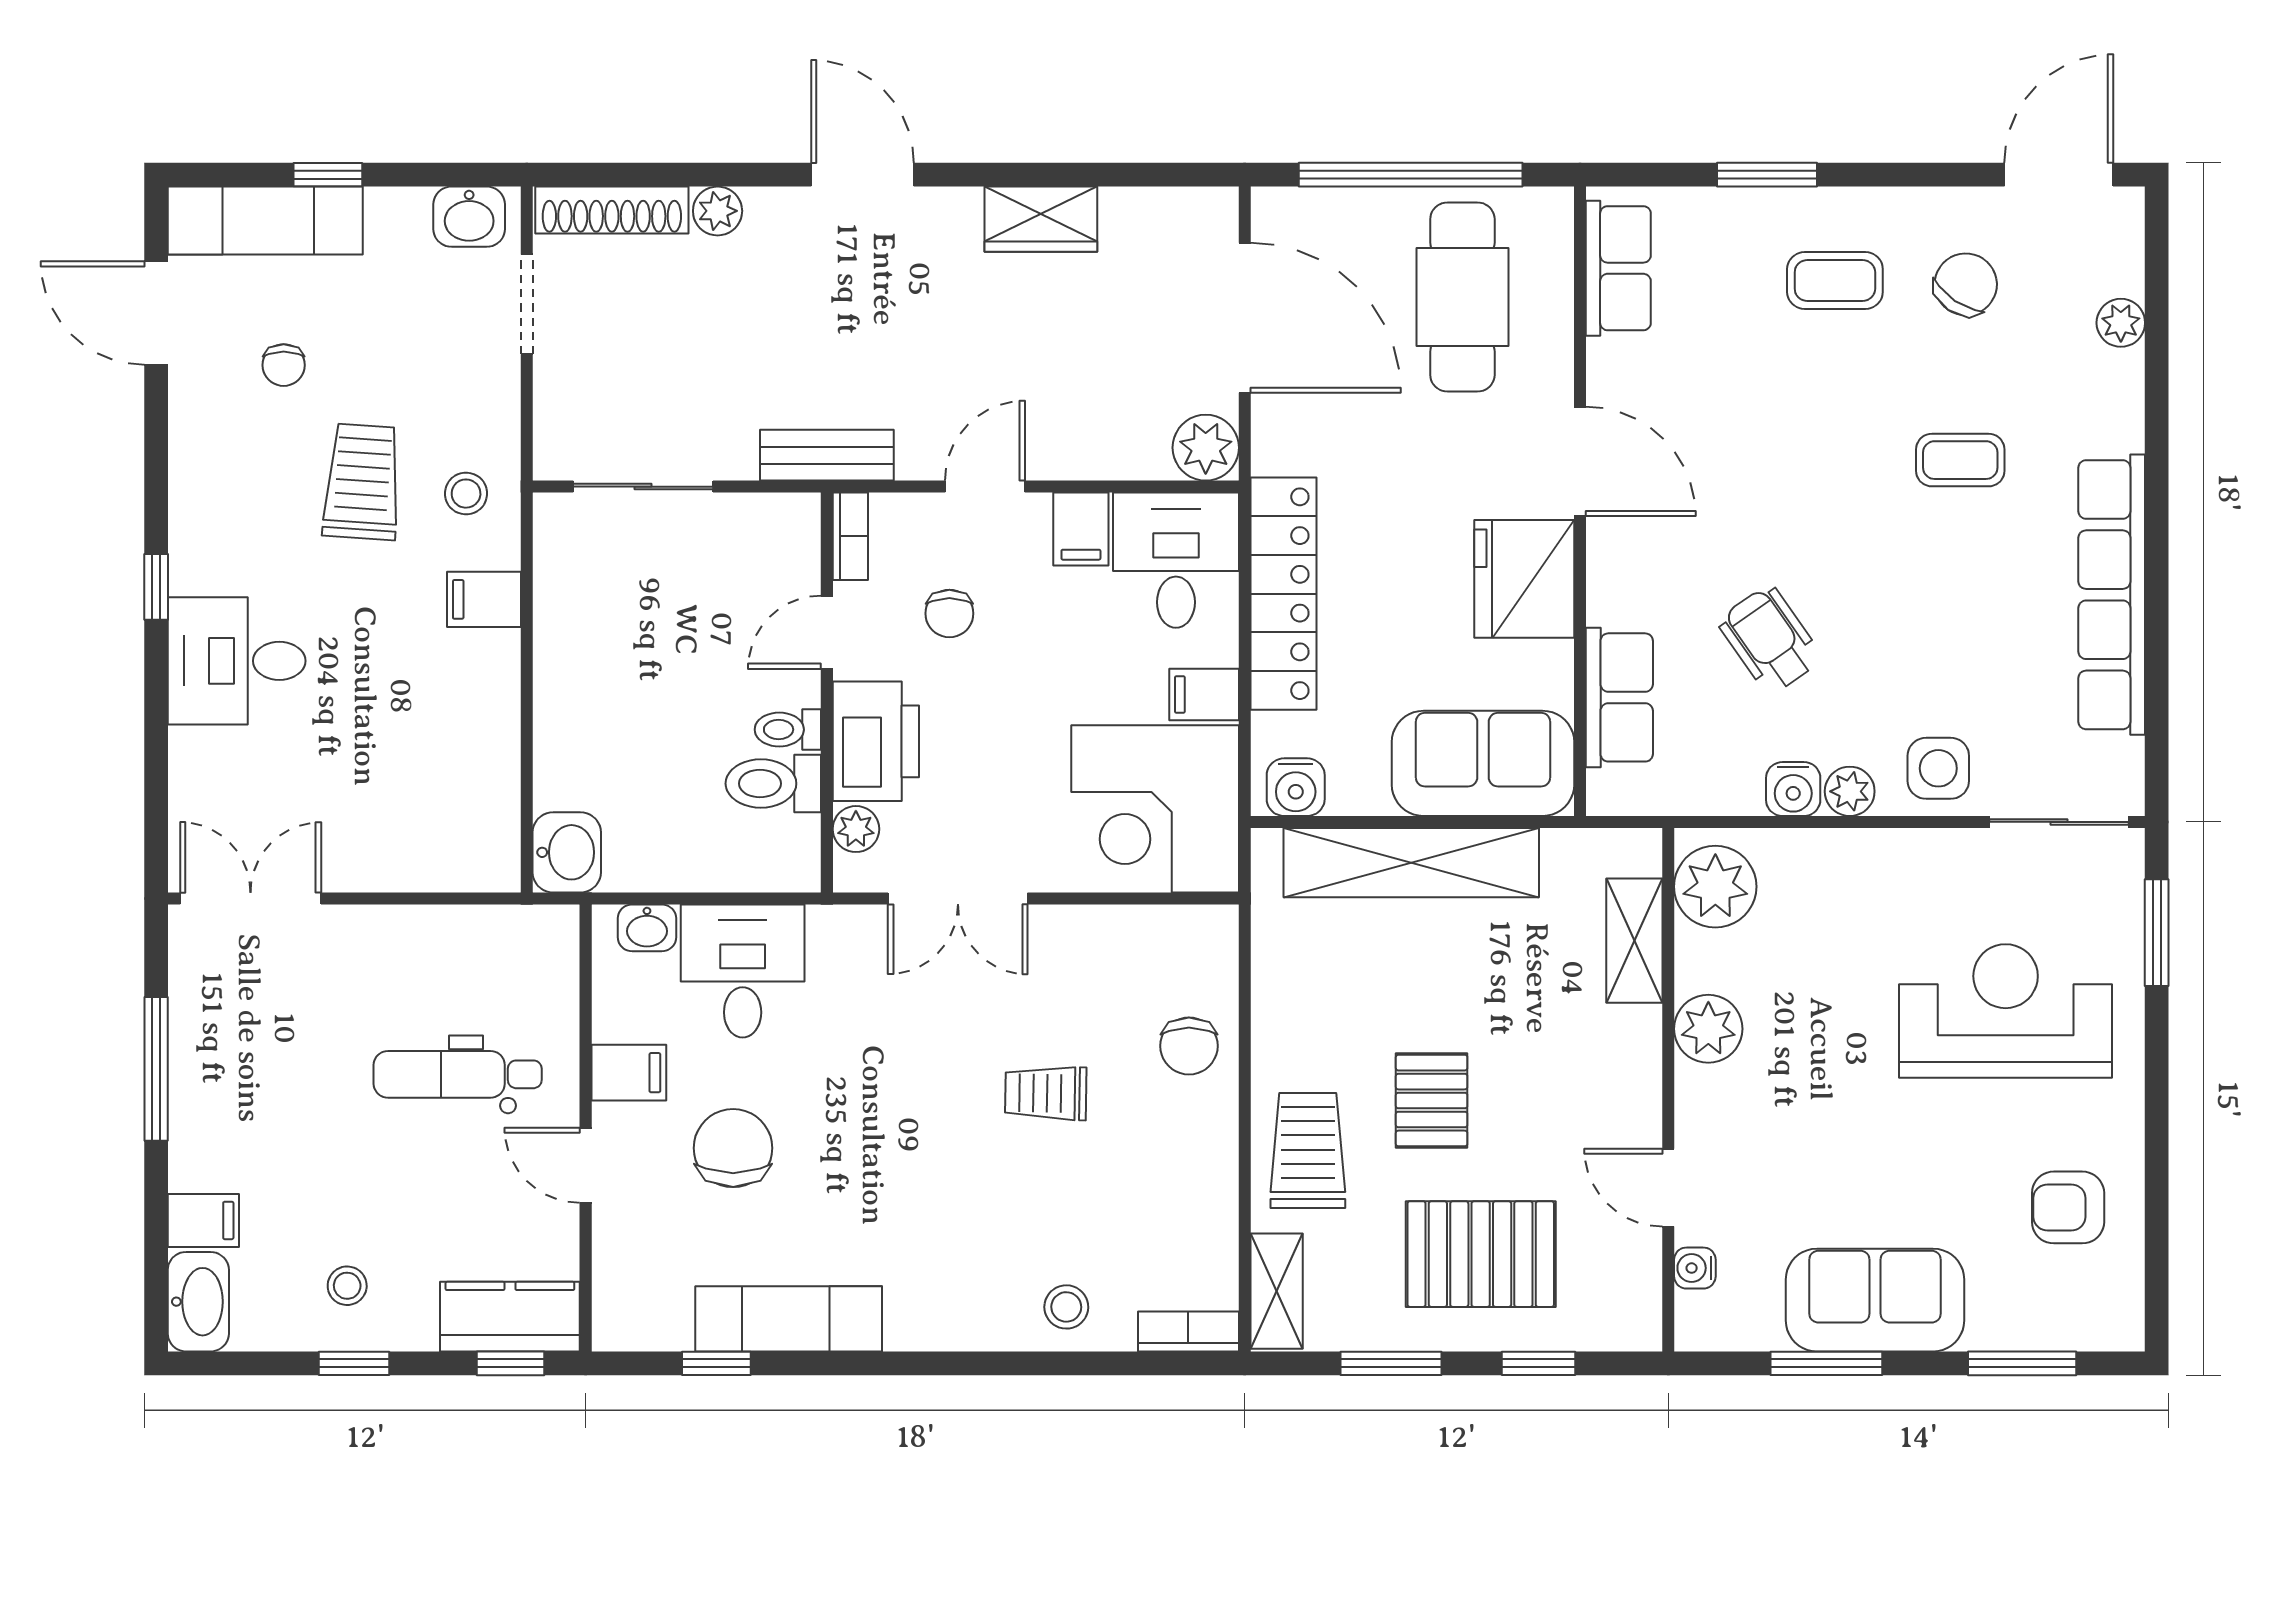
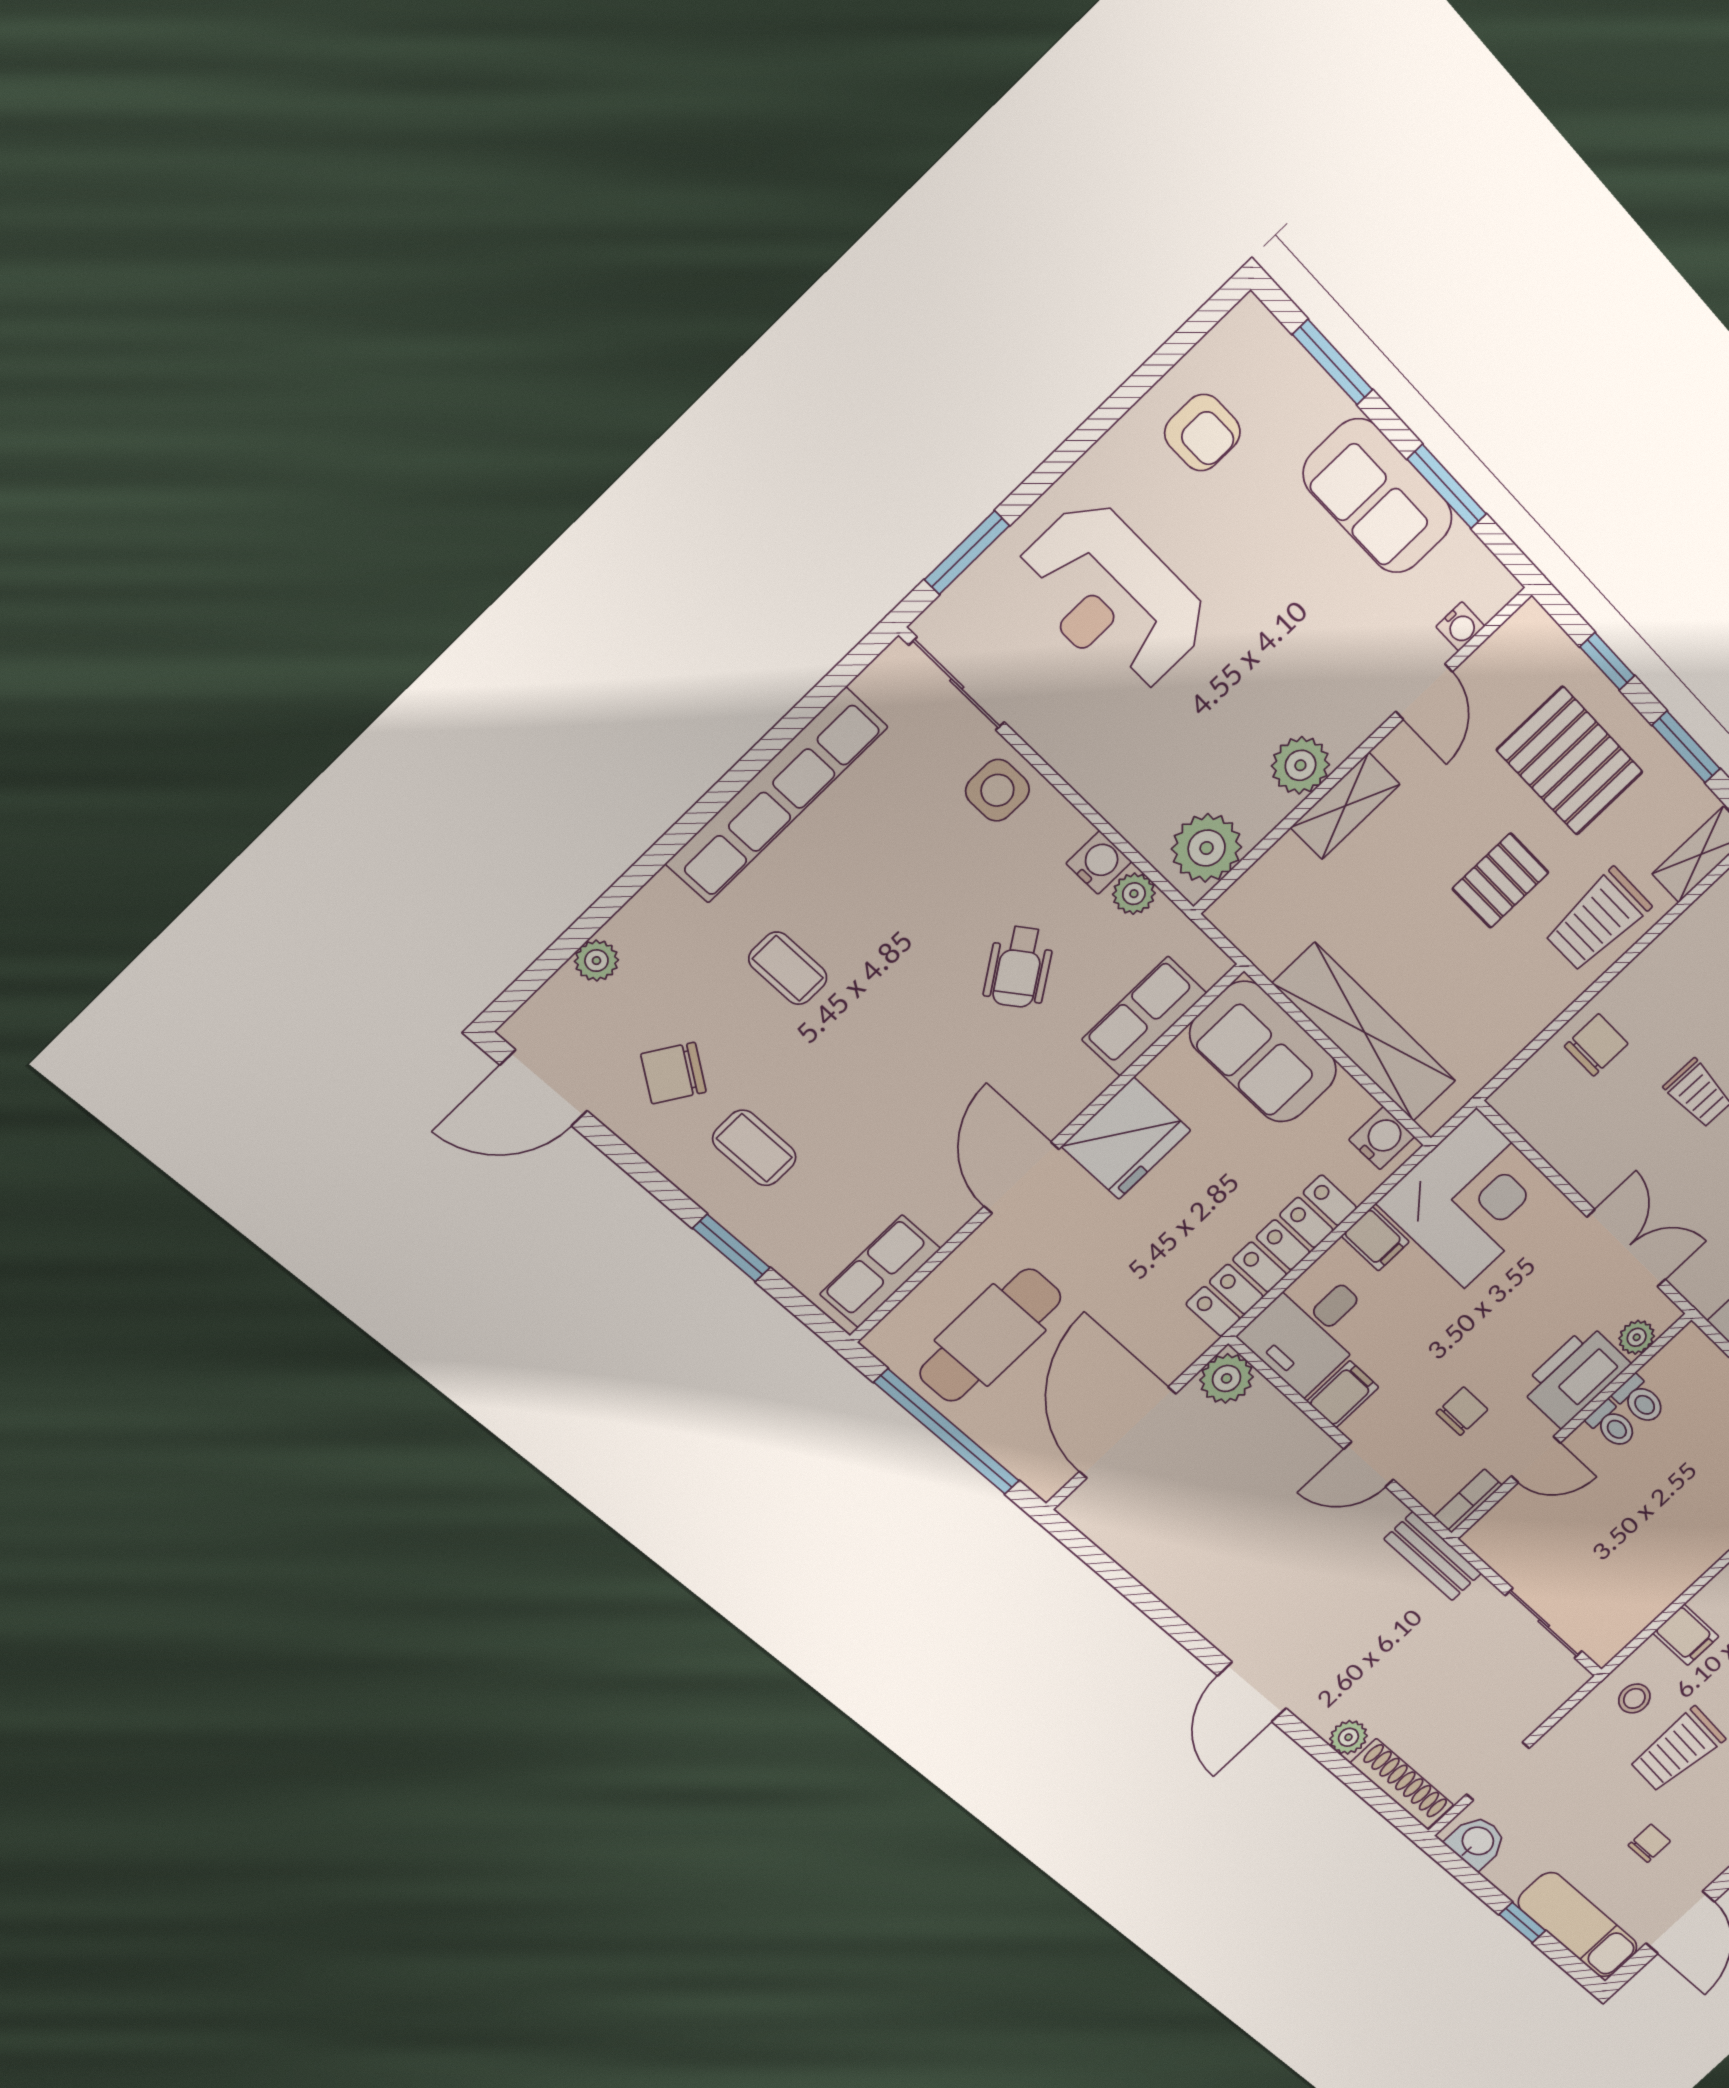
wardrobe: (1041, 219) -> (1182, 1586), removed
toilet: (773, 784) -> (1640, 1400), width x0.73, depth x0.72
plant: (1850, 791) -> (1134, 894), moved
shelving: (1634, 941) -> (1345, 806), moved

